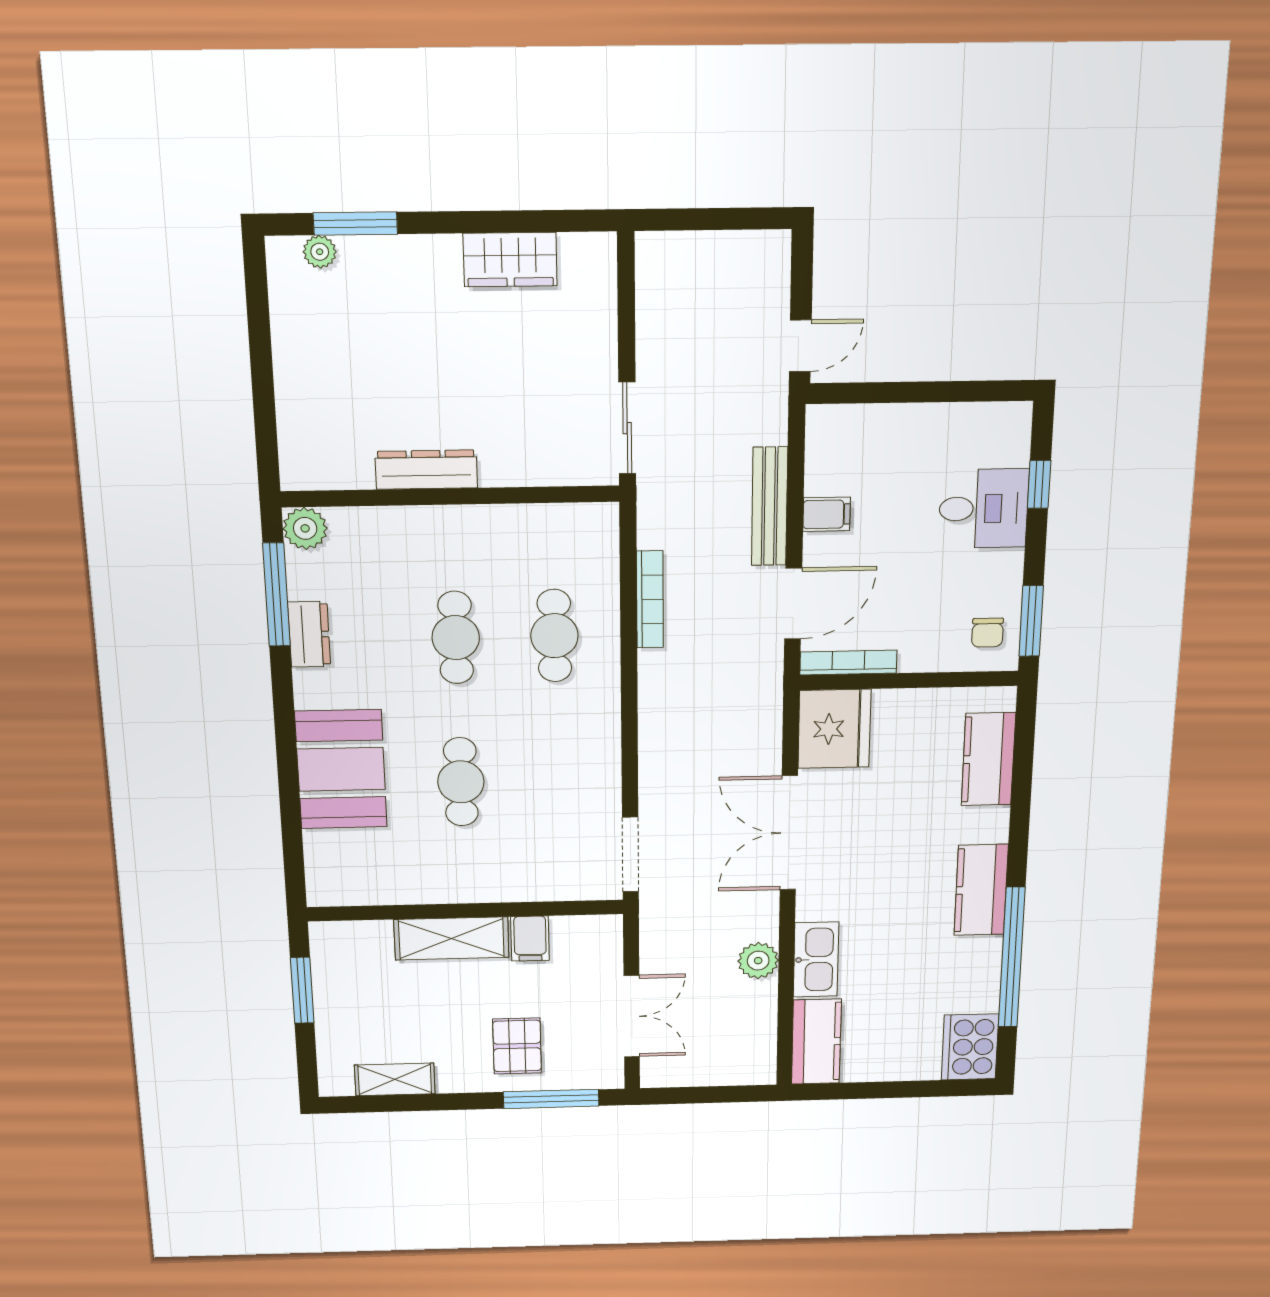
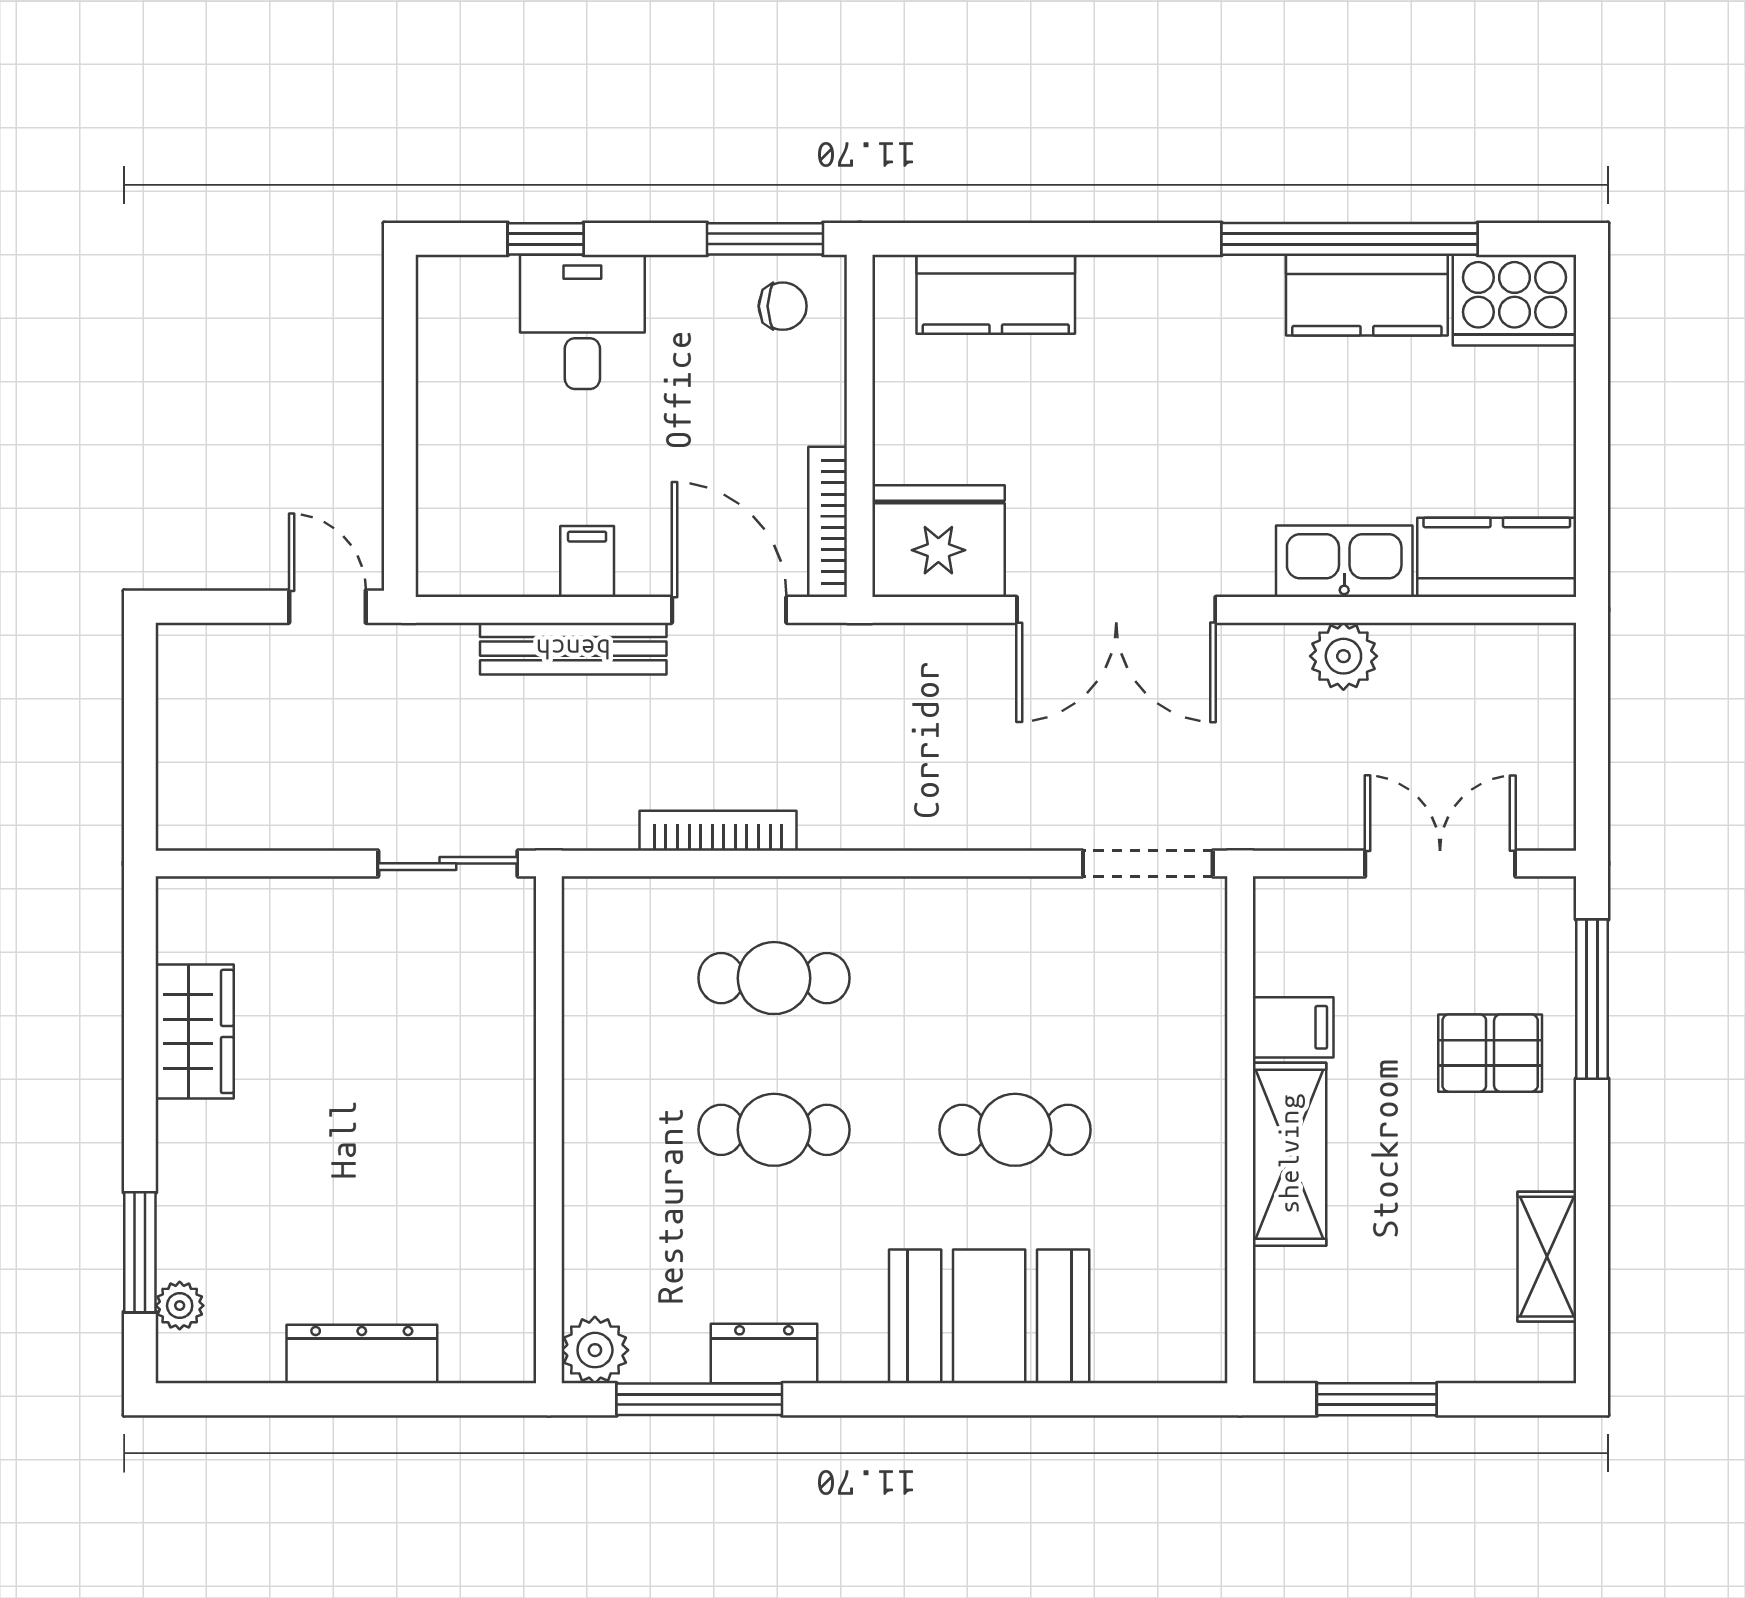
dresser: (426, 470) -> (362, 1354), moved, turned 90
kitchen counter: (981, 890) -> (1367, 295), moved

